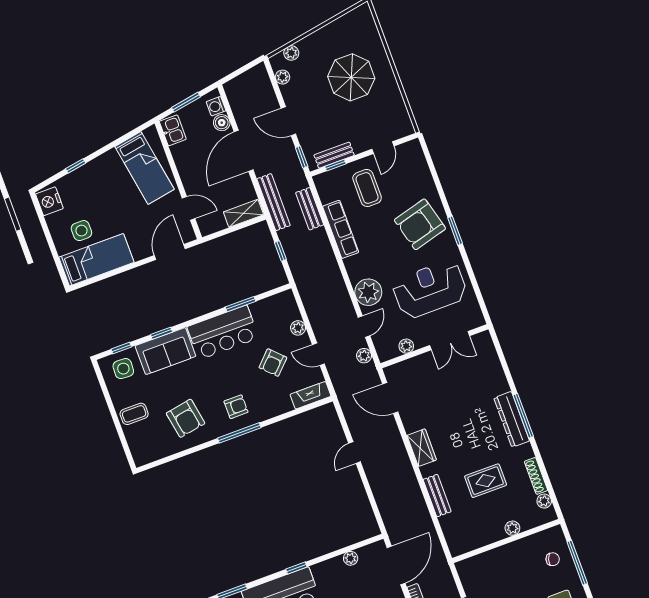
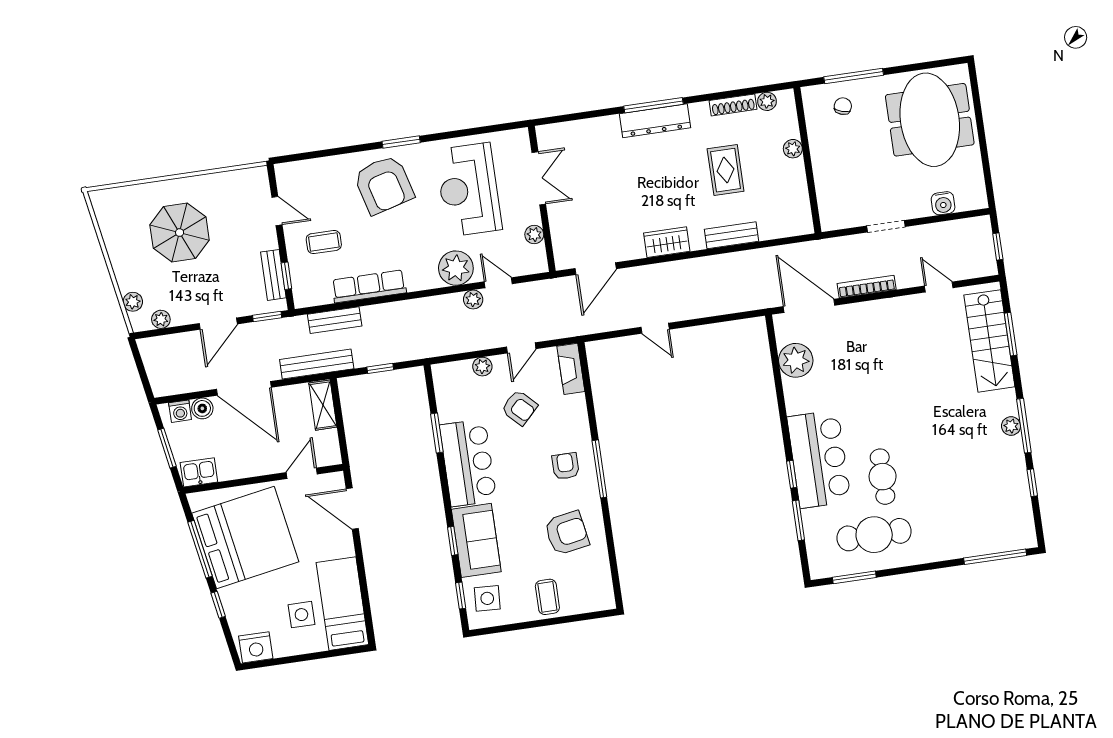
window: (115, 143) -> (200, 549), added
bed: (144, 168) -> (245, 538), width x2.04
coffee table: (367, 188) -> (324, 242), width x0.73, depth x0.77
plant: (364, 356) -> (473, 300), moved
plant: (351, 558) -> (796, 360), width x1.87, depth x1.87
window: (296, 568) -> (792, 474), moved

